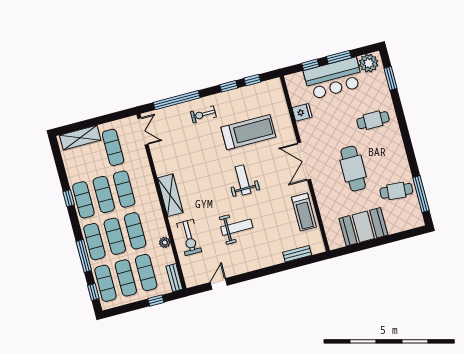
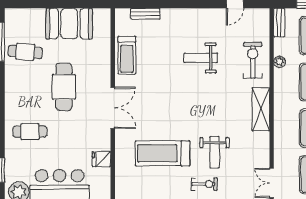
weight bench: (243, 180) -> (215, 152), moved
treadmill: (304, 212) -> (127, 55), turned 180

